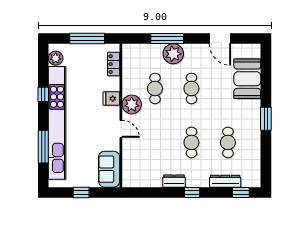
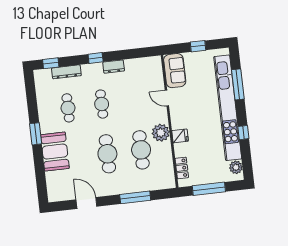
plant: (173, 54) -> (128, 184), removed
booth: (247, 79) -> (55, 152), moved
cafe table: (155, 88) -> (141, 150), width x1.37, depth x1.35
cafe table: (191, 88) -> (107, 154), width x1.37, depth x1.35
door: (121, 129) -> (167, 98), moved

